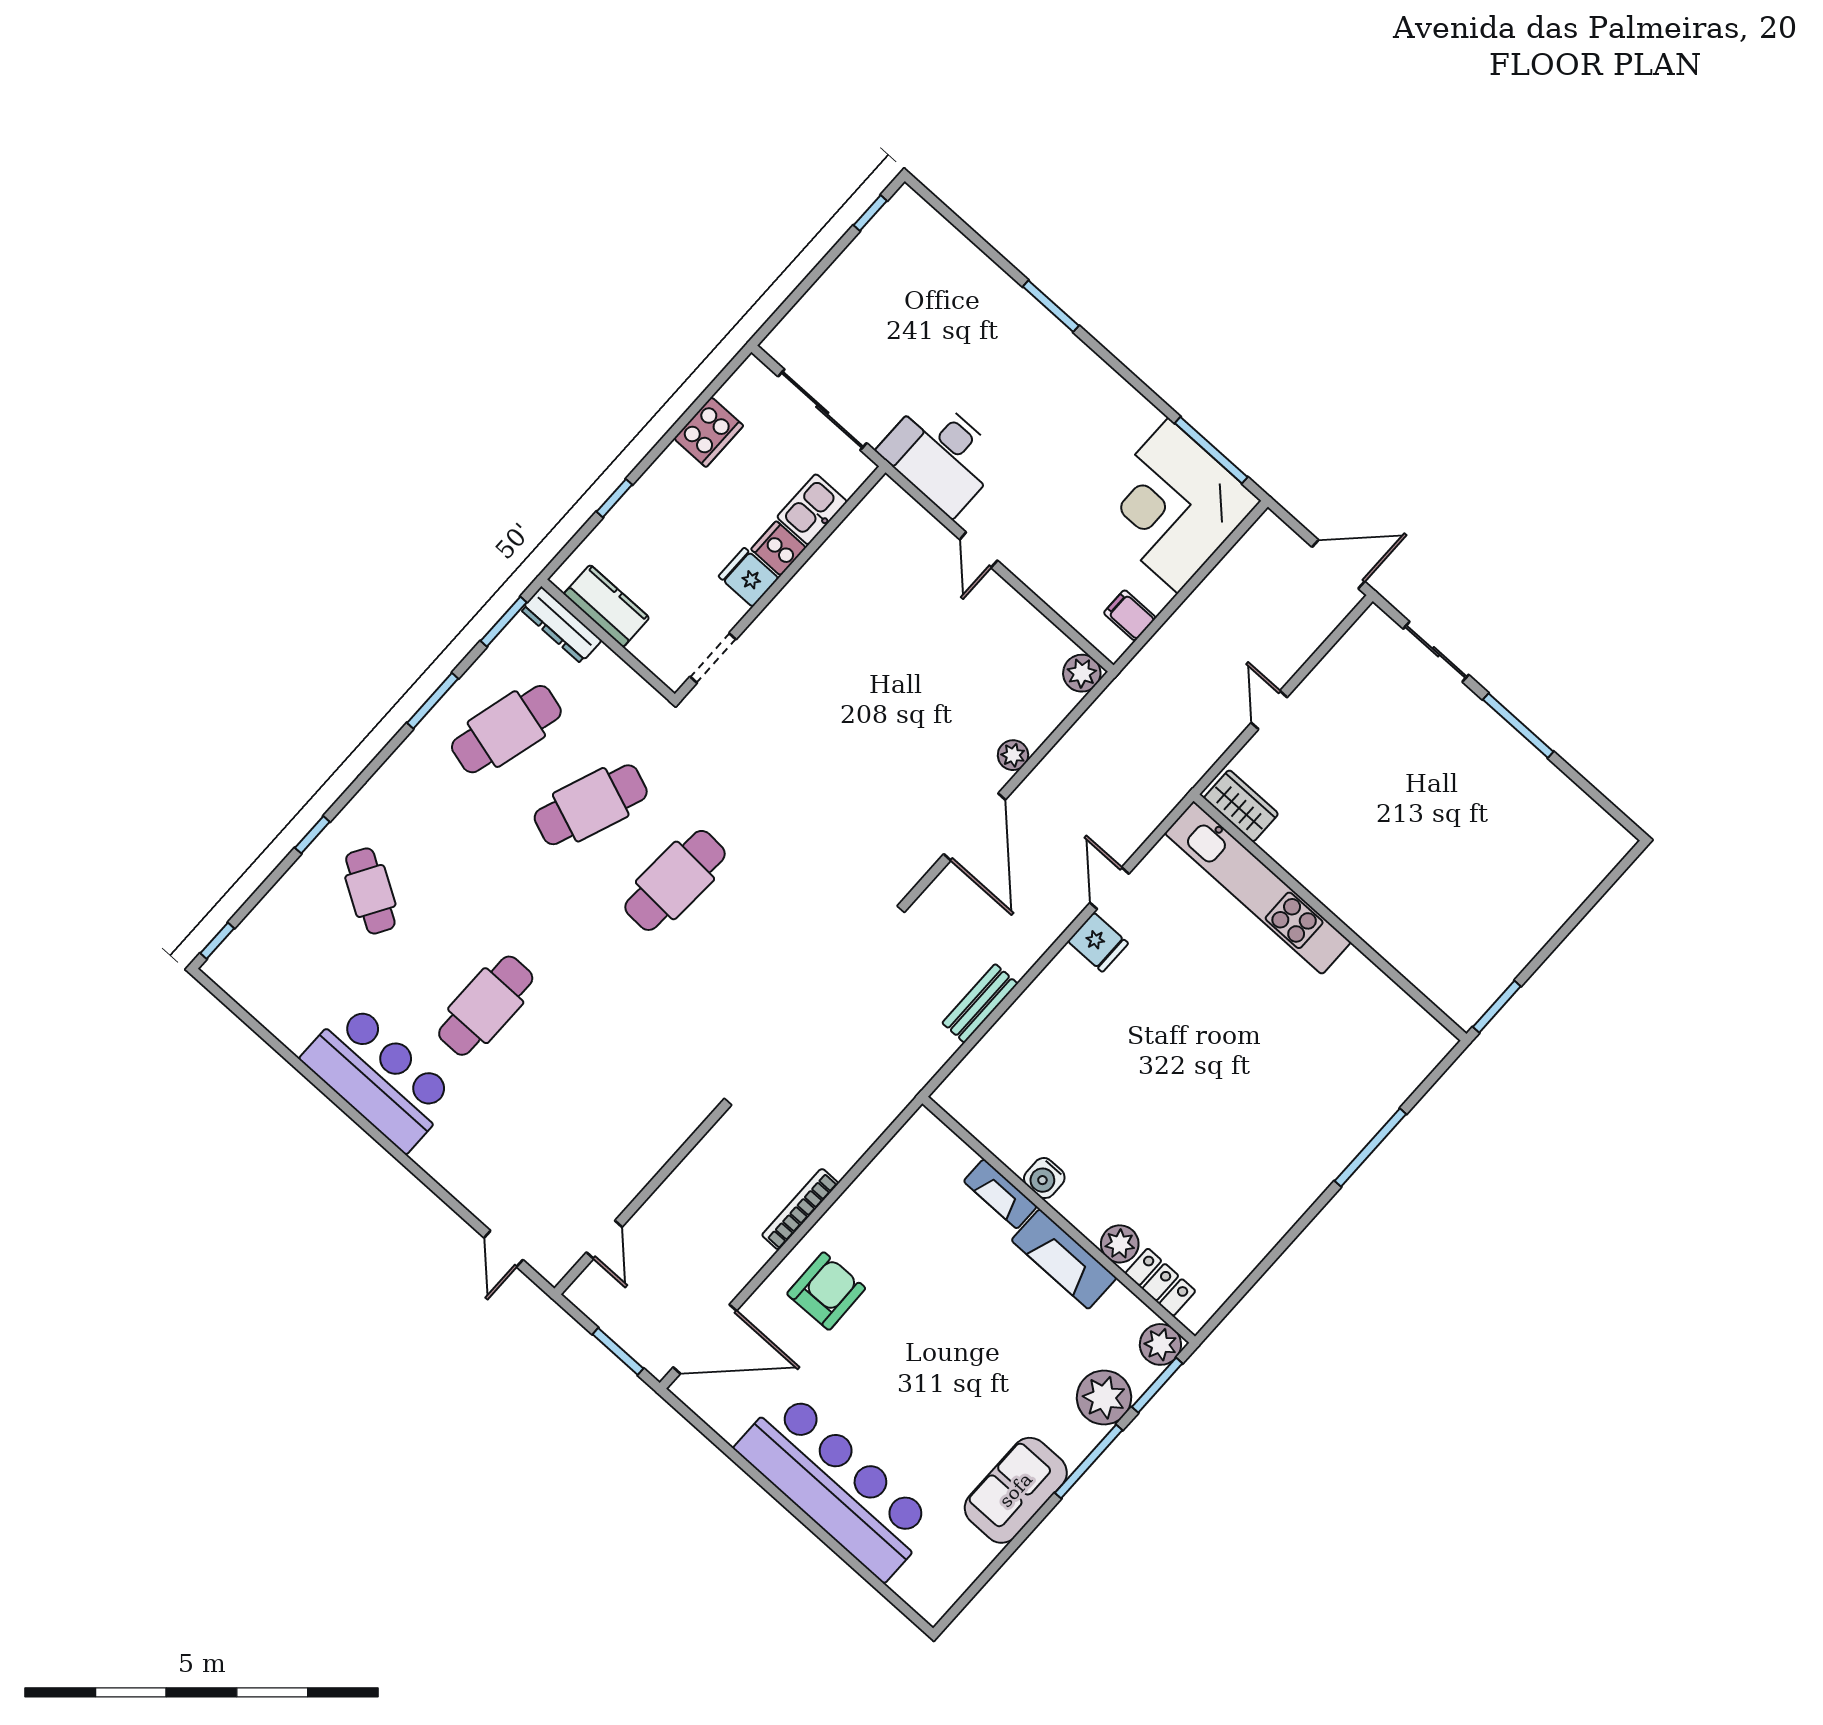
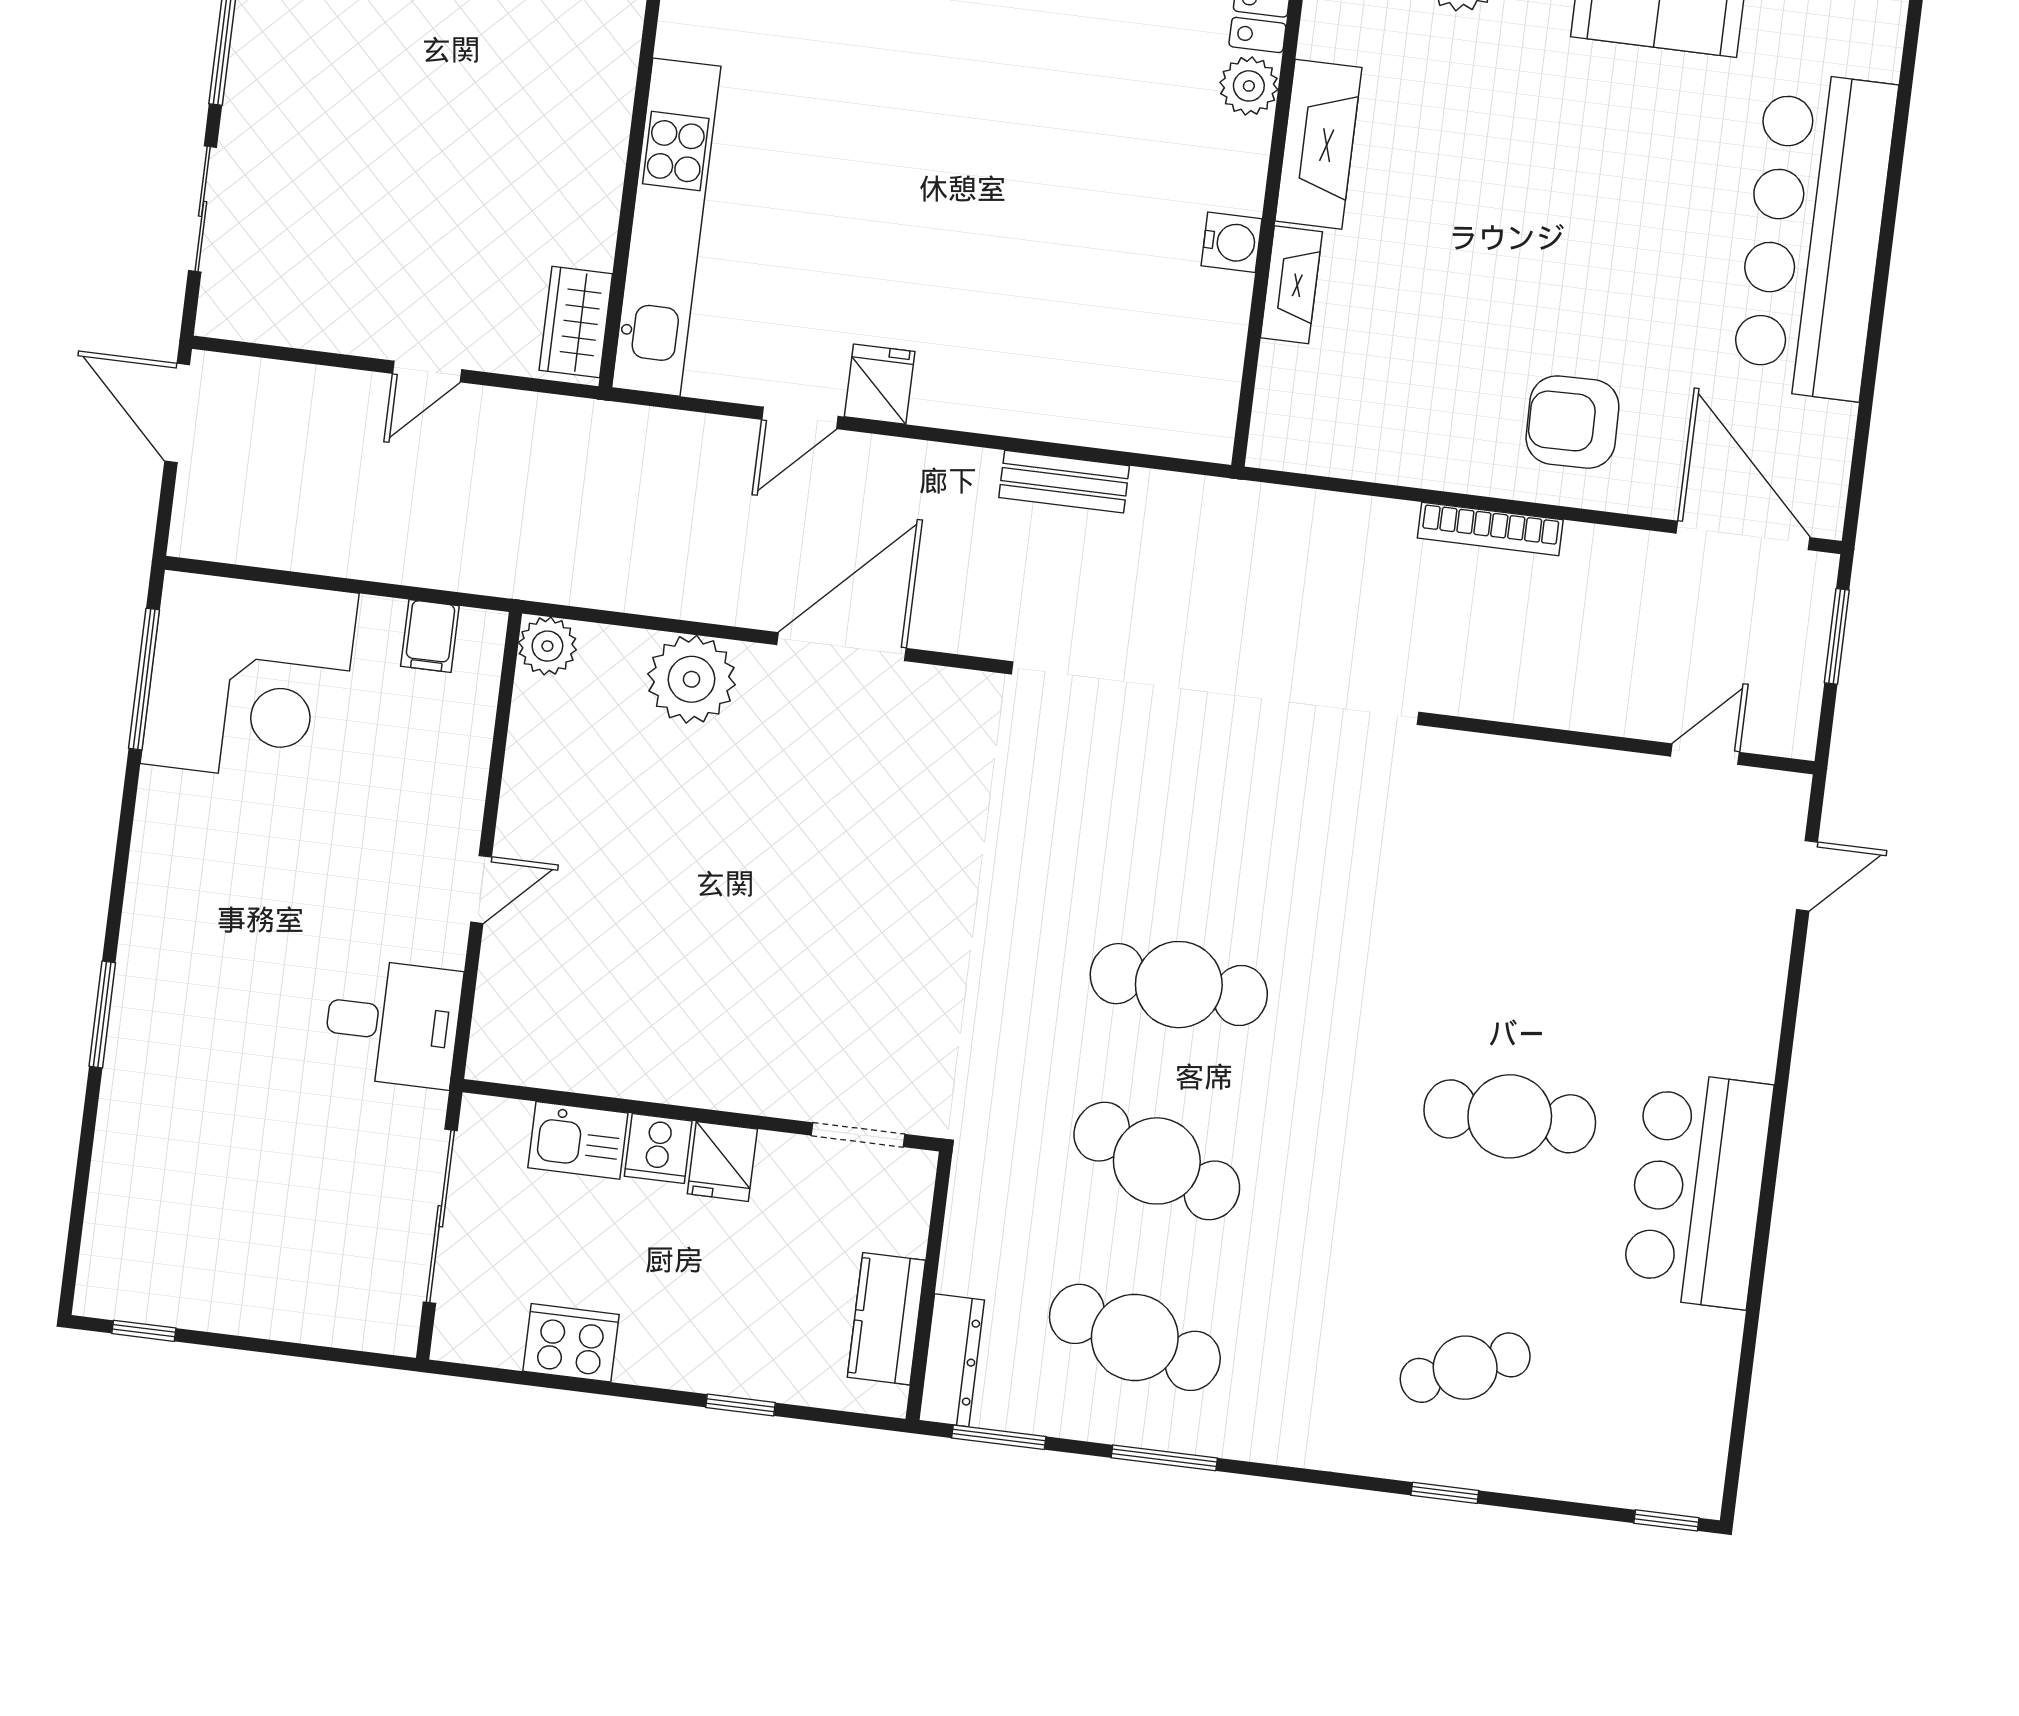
desk: (941, 455) -> (392, 1023), width x0.73
plant: (1013, 755) -> (692, 679), width x1.87, depth x1.87
cafe table: (370, 891) -> (1465, 1368), turned 36

